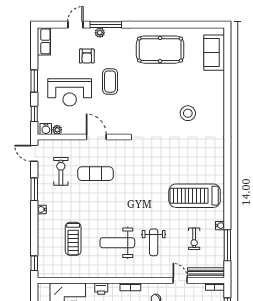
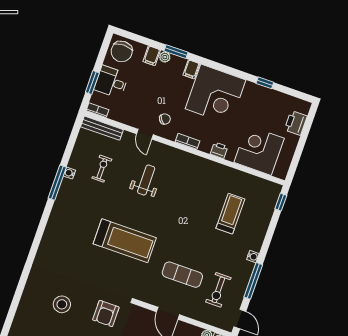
armchair: (148, 118) -> (106, 314), added
window: (34, 189) -> (253, 281), width x1.44
treadmill: (195, 196) -> (125, 241), moved
weight bench: (117, 243) -> (185, 193), removed
window: (227, 245) -> (57, 183), moved
door: (180, 280) -> (145, 134), moved

